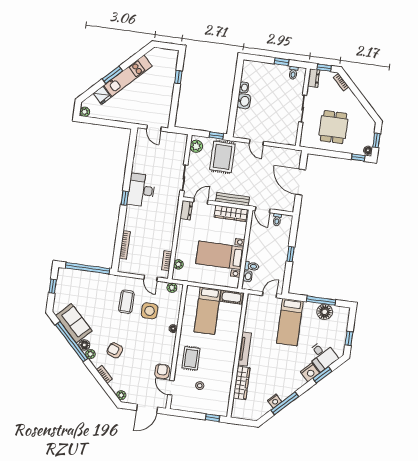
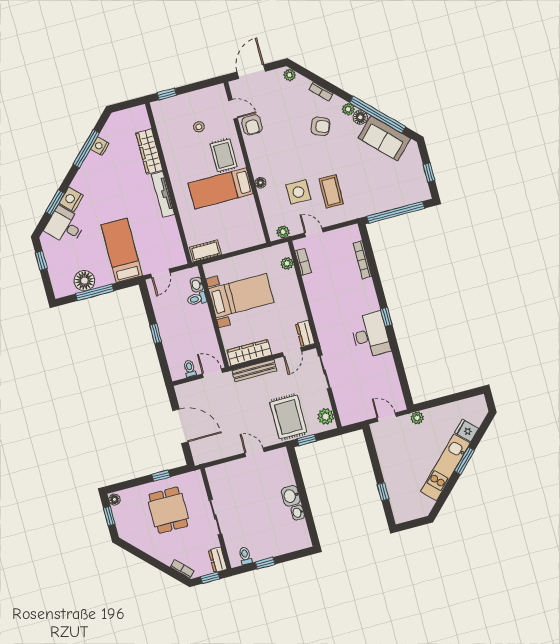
plant: (85, 112) -> (417, 418), moved
window: (358, 157) -> (161, 476), moved
bed: (207, 311) -> (221, 188), moved, turned -90

